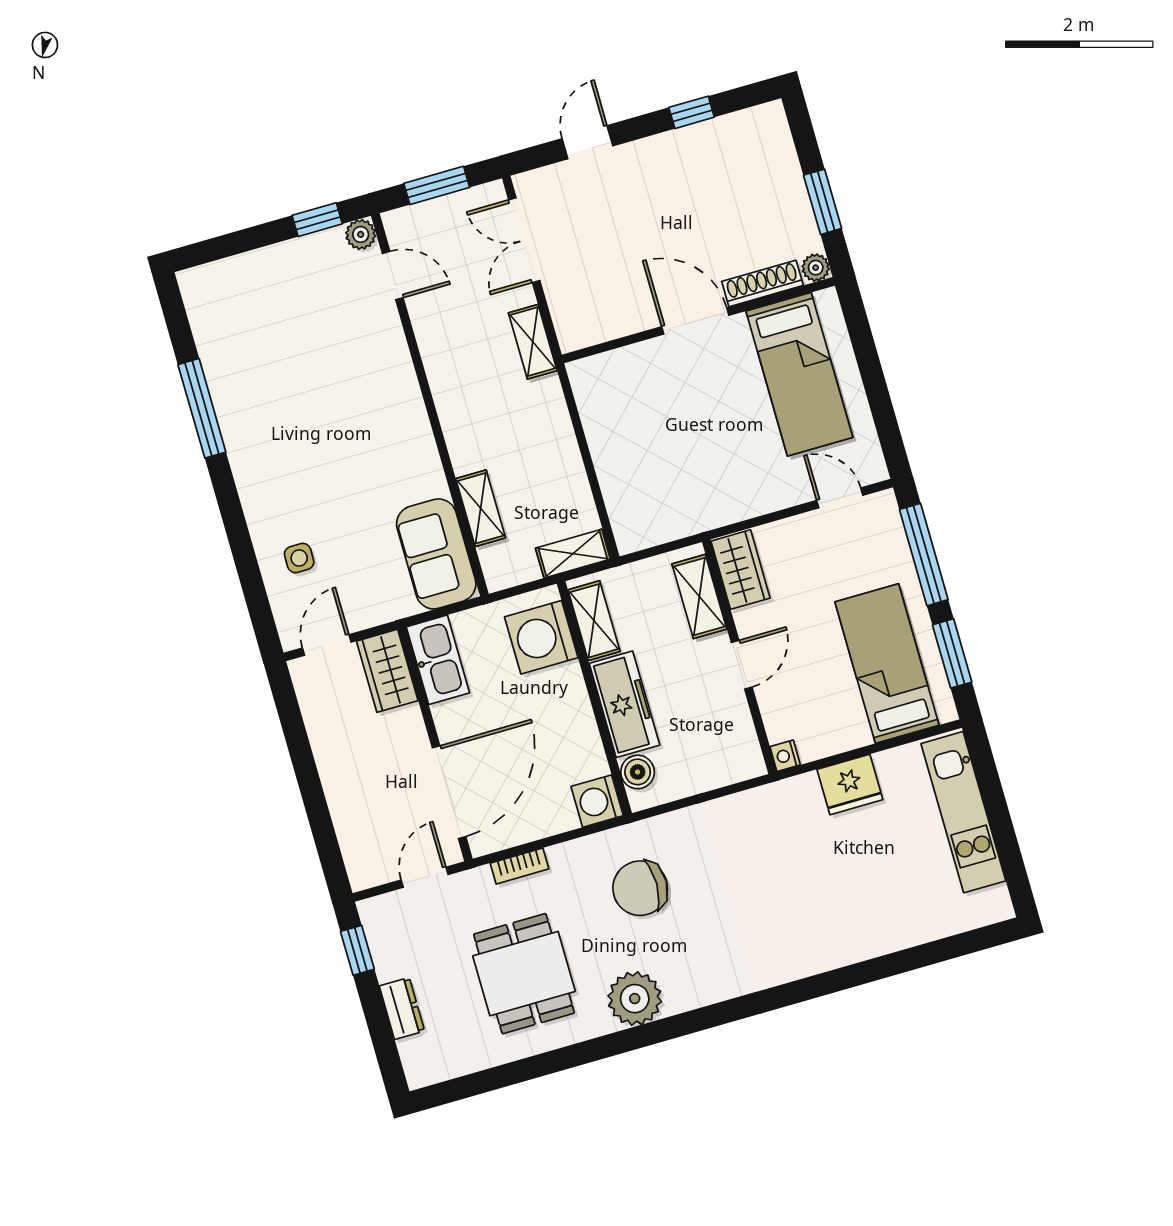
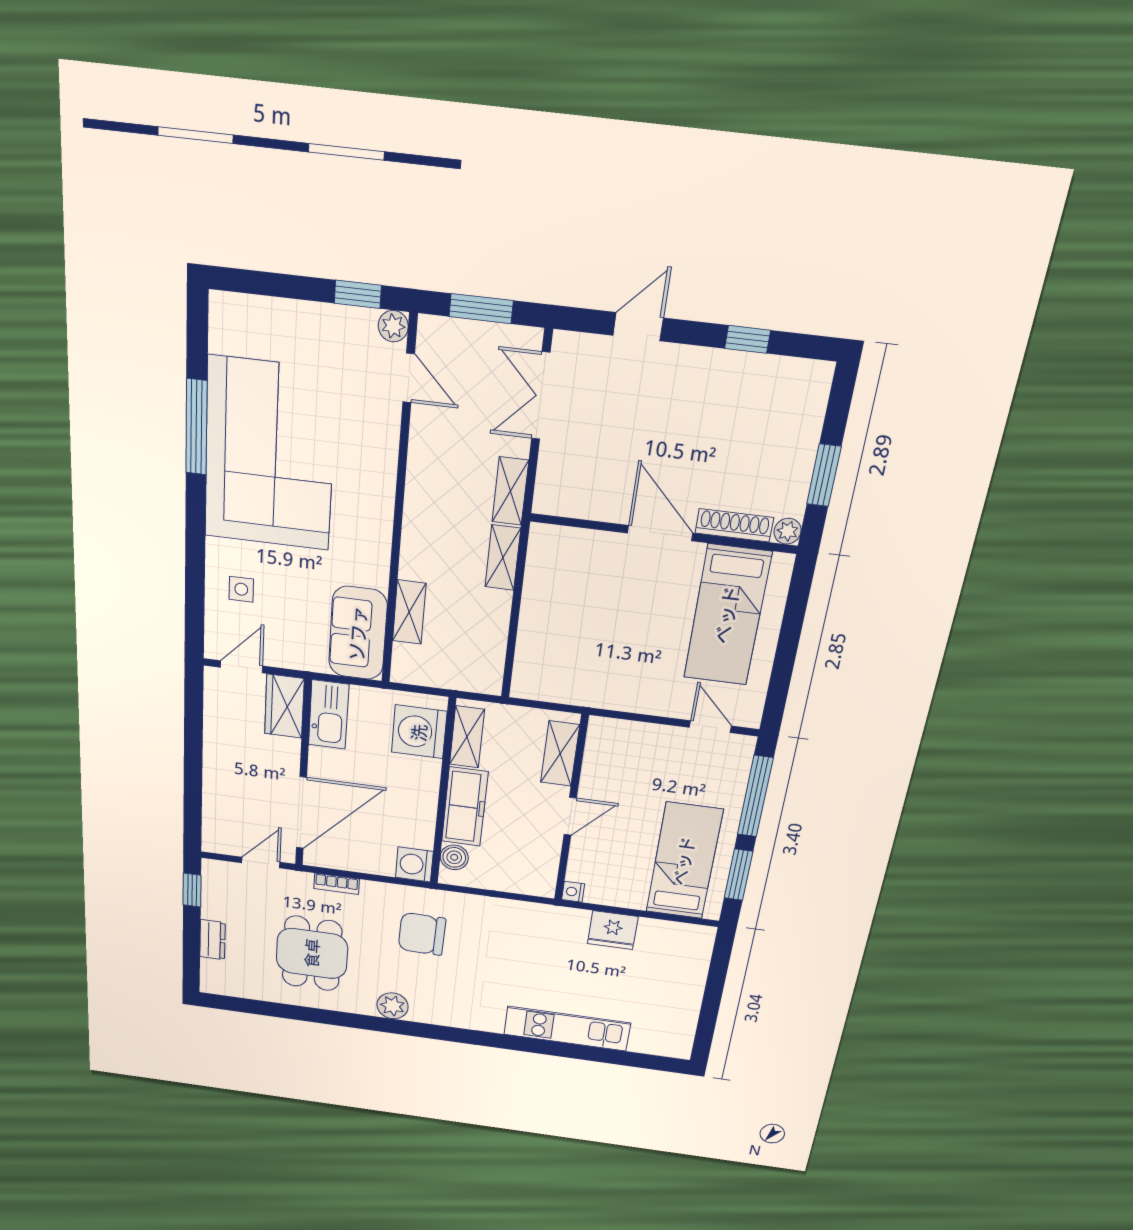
corner sofa: (283, 405) -> (269, 455), added
shelving: (573, 554) -> (503, 558), moved, turned 90
wardrobe: (741, 570) -> (603, 747), removed
kitchen unit: (963, 812) -> (567, 1029), moved, turned 90
plant: (635, 999) -> (393, 1006), width x0.73, depth x0.73

